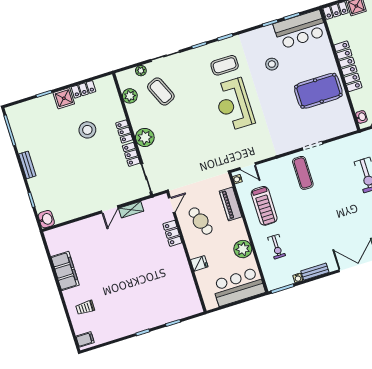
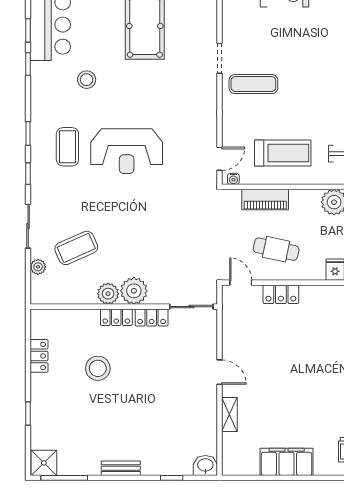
plant: (130, 96) -> (108, 294), moved
shower: (64, 98) -> (44, 463), moved
shelving: (131, 210) -> (229, 415), moved
cafe table: (201, 221) -> (276, 249), turned 32

